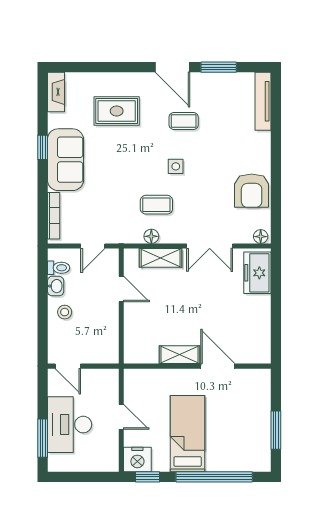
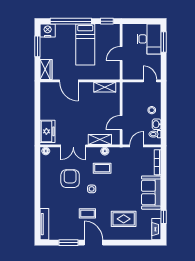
window: (43, 147) -> (164, 217), moved
armchair: (252, 191) -> (70, 179), moved
double door: (210, 246) -> (73, 146), swing flipped
door: (121, 289) -> (121, 123), hinge flipped
shelving: (179, 355) -> (105, 87), moved
wardrobe: (260, 387) -> (46, 69), added
door: (121, 417) -> (121, 53), hinge flipped
desk: (70, 425) -> (149, 39), moved
nightstand: (137, 459) -> (48, 30), moved

